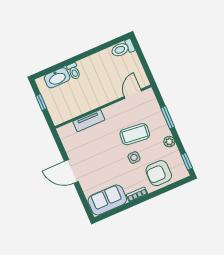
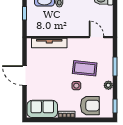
door: (133, 94) -> (96, 37), hinge flipped
tv unit: (89, 121) -> (49, 43), width x1.41
armchair: (159, 173) -> (90, 106), turned 180

